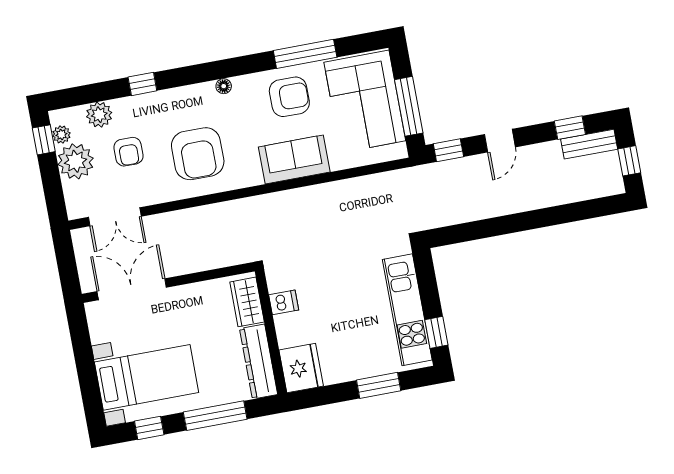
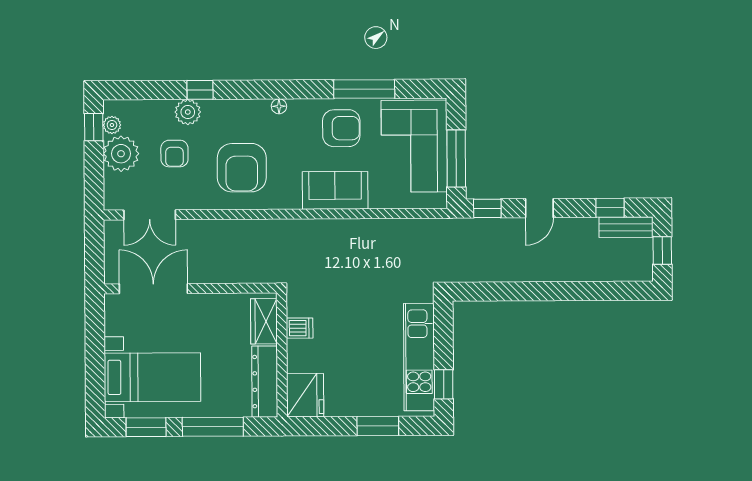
plant: (99, 115) -> (188, 112), moved
window: (149, 428) -> (146, 427), width x1.50

